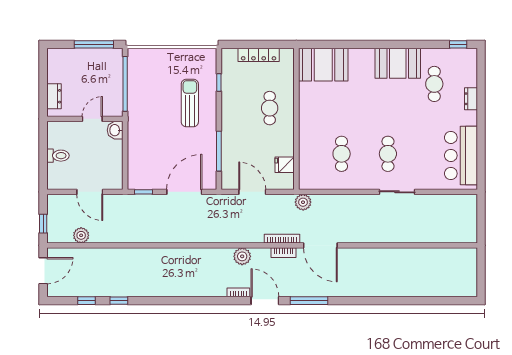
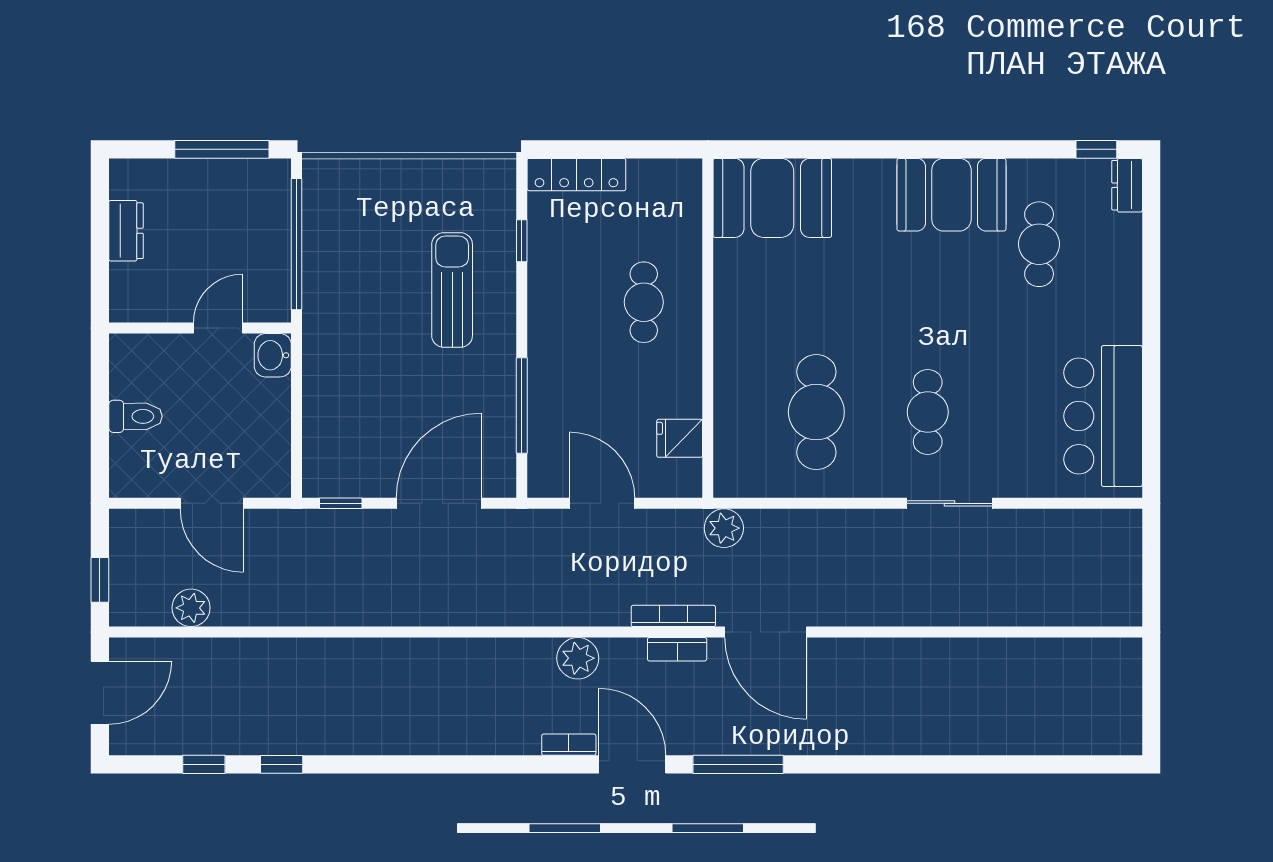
locker: (259, 55) -> (576, 175), moved
dresser: (54, 96) -> (126, 231), moved
dresser: (471, 99) -> (1127, 185), moved
cafe table: (342, 154) -> (816, 412), width x1.37, depth x1.35

